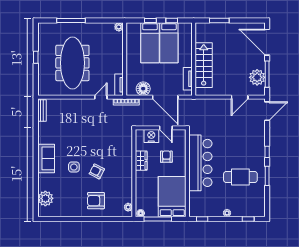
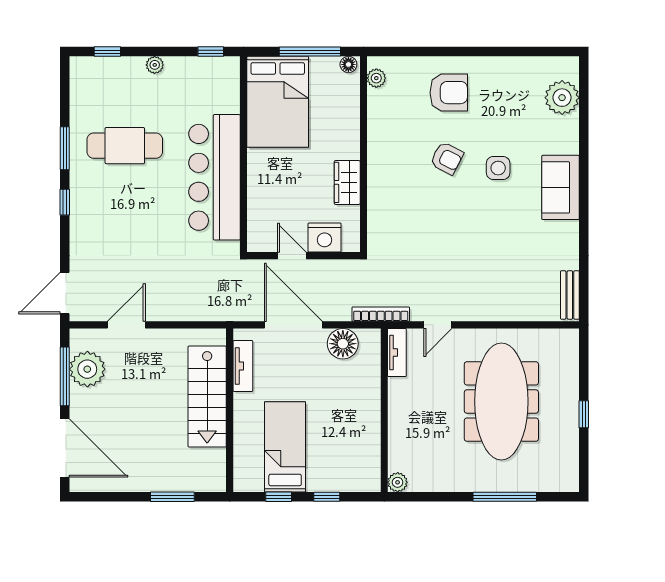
bed: (150, 43) -> (328, 447), removed
armchair: (166, 157) -> (291, 191), removed

